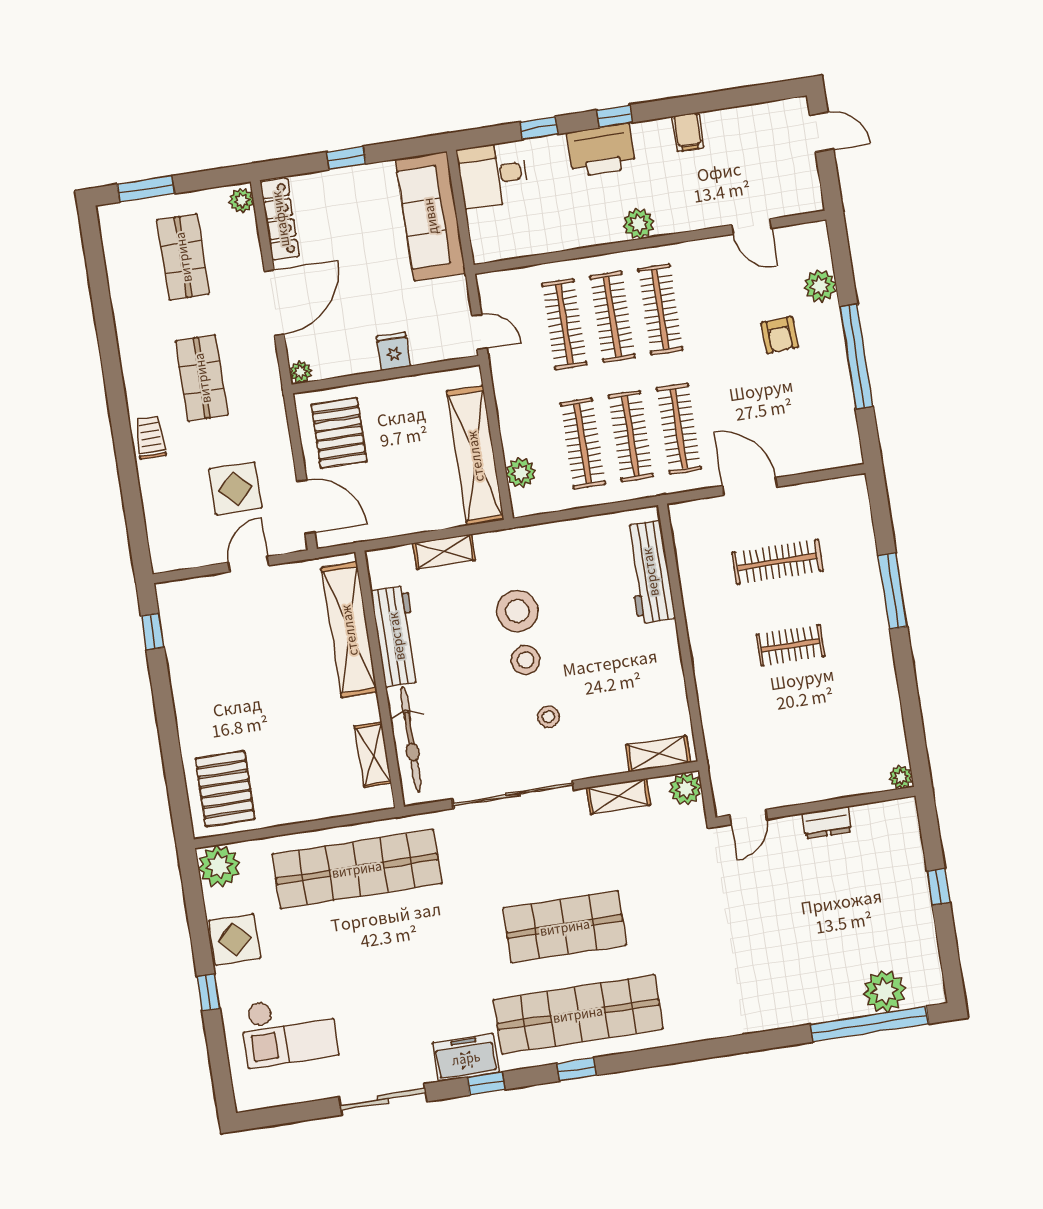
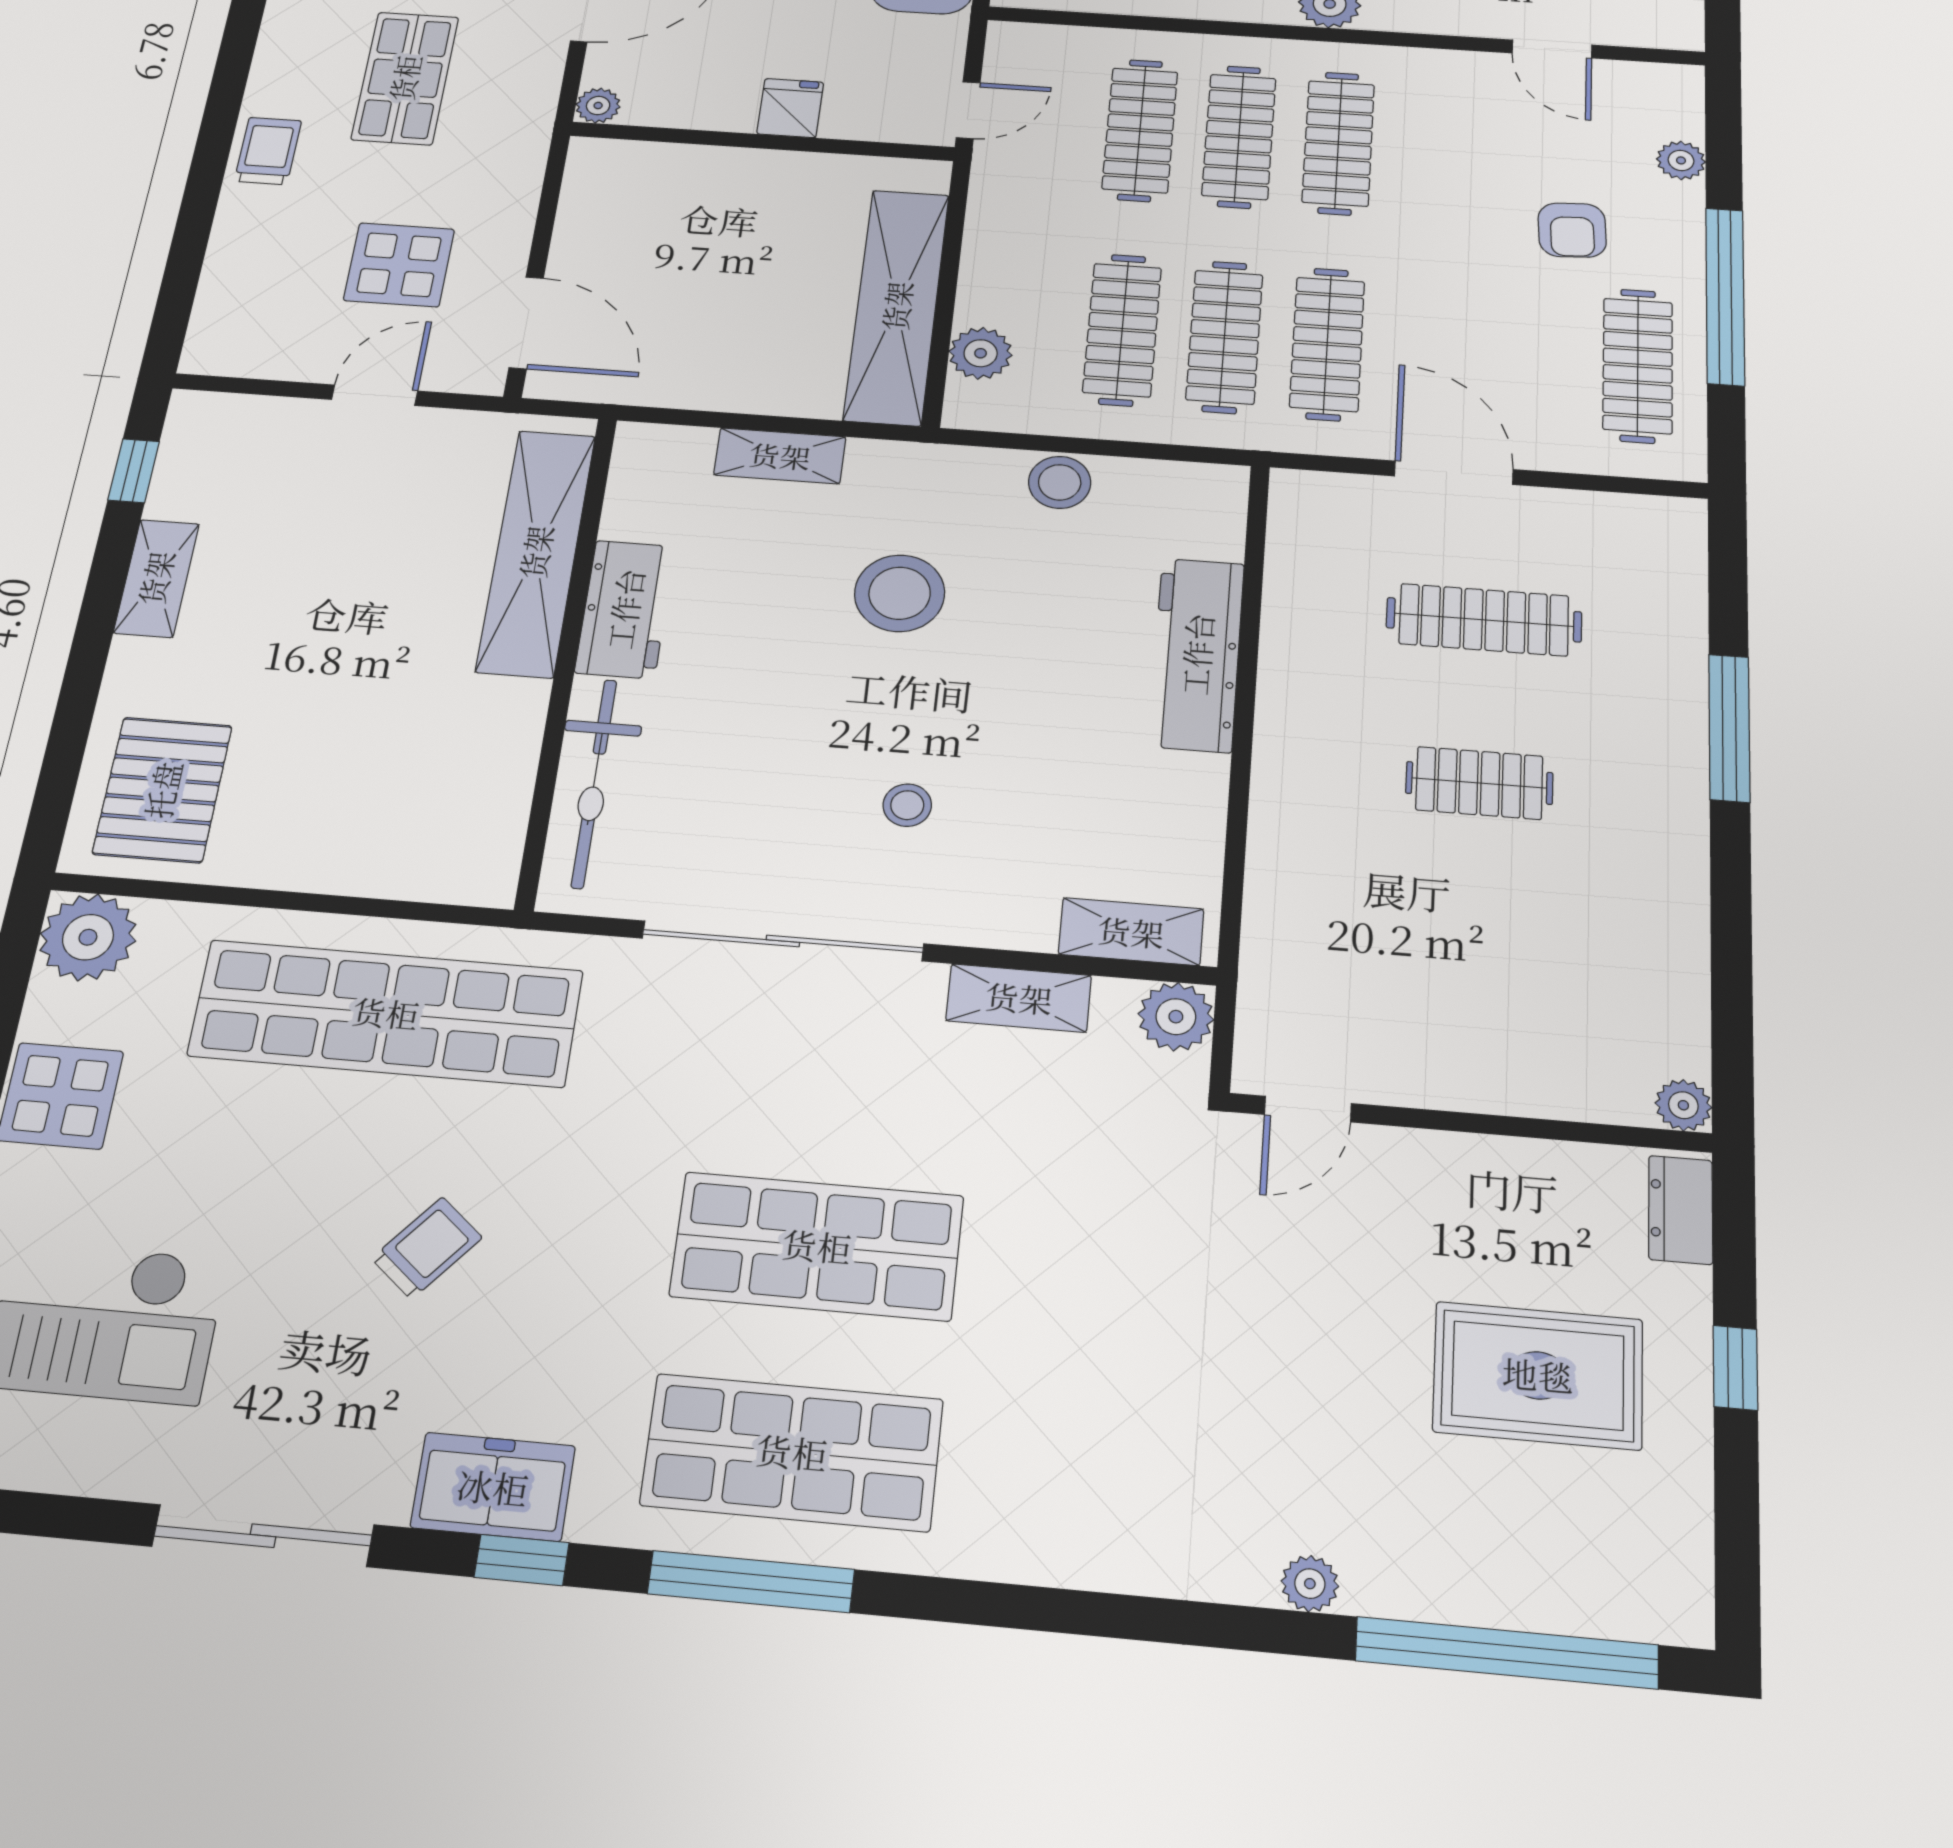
plant: (820, 286) -> (1681, 160), width x0.73, depth x0.73
door: (479, 332) -> (968, 110), hinge flipped
clothes rail: (823, 406) -> (1638, 366), added
pallet: (339, 433) -> (637, 216), removed
workbench: (650, 572) -> (1197, 654), moved
workbench: (396, 636) -> (625, 609), width x0.73
stool: (525, 660) -> (1060, 482), moved
shelving: (373, 755) -> (156, 578), moved
dresser: (827, 823) -> (1681, 1210), moved, turned 90
rug: (862, 909) -> (1538, 1375), added
trolley: (408, 967) -> (427, 1248), added
plant: (884, 991) -> (1310, 1584), moved, width x0.53, depth x0.53
shop shelf: (578, 1014) -> (792, 1452), width x0.71
window: (577, 1069) -> (751, 1582), width x2.17

